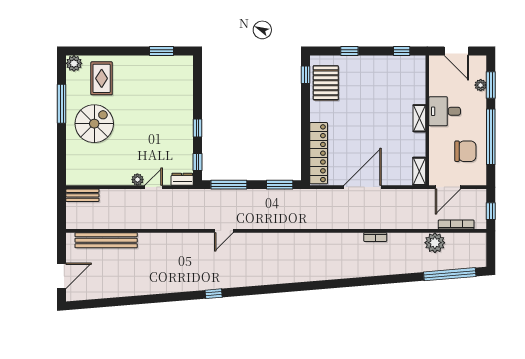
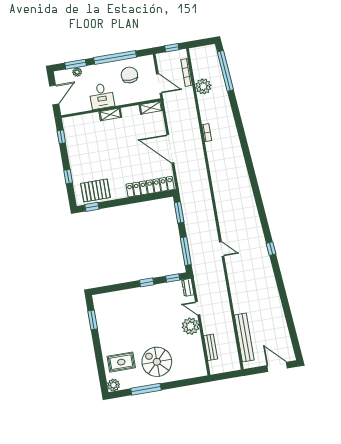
plant: (137, 180) -> (191, 326), width x1.87, depth x1.87
bench: (82, 195) -> (211, 347), moved

